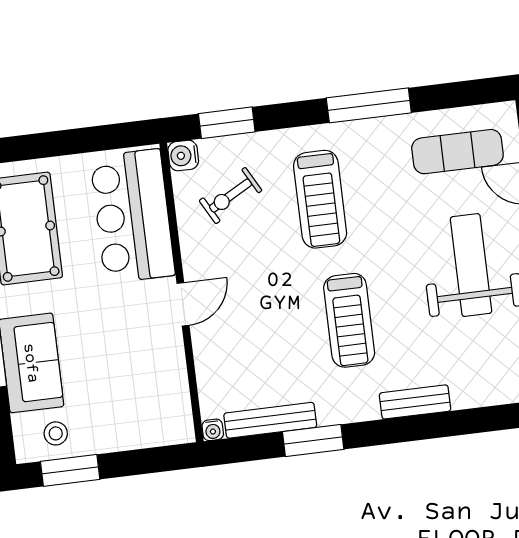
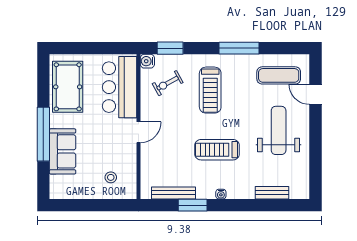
treadmill: (349, 320) -> (217, 150), turned 90
bench: (415, 402) -> (272, 193), moved
water cooler: (213, 430) -> (221, 194), moved
stool: (56, 433) -> (111, 177), moved
window: (70, 470) -> (75, 205), removed

